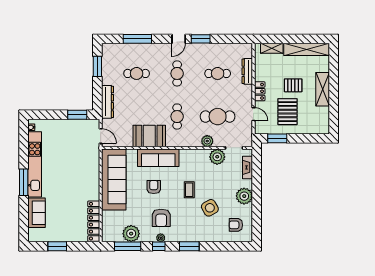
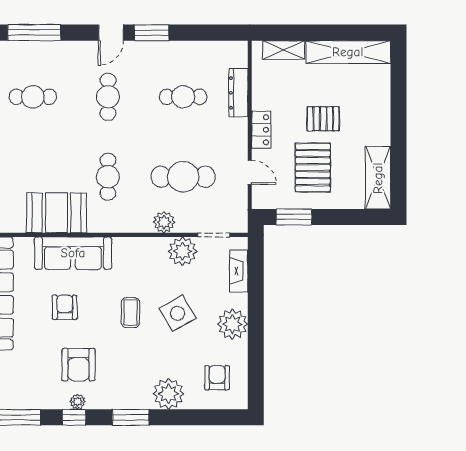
shelving: (323, 89) -> (378, 178), moved
side table: (210, 208) -> (177, 313), moved
armchair: (236, 225) -> (217, 378), turned 90
plant: (131, 234) -> (168, 394), moved

